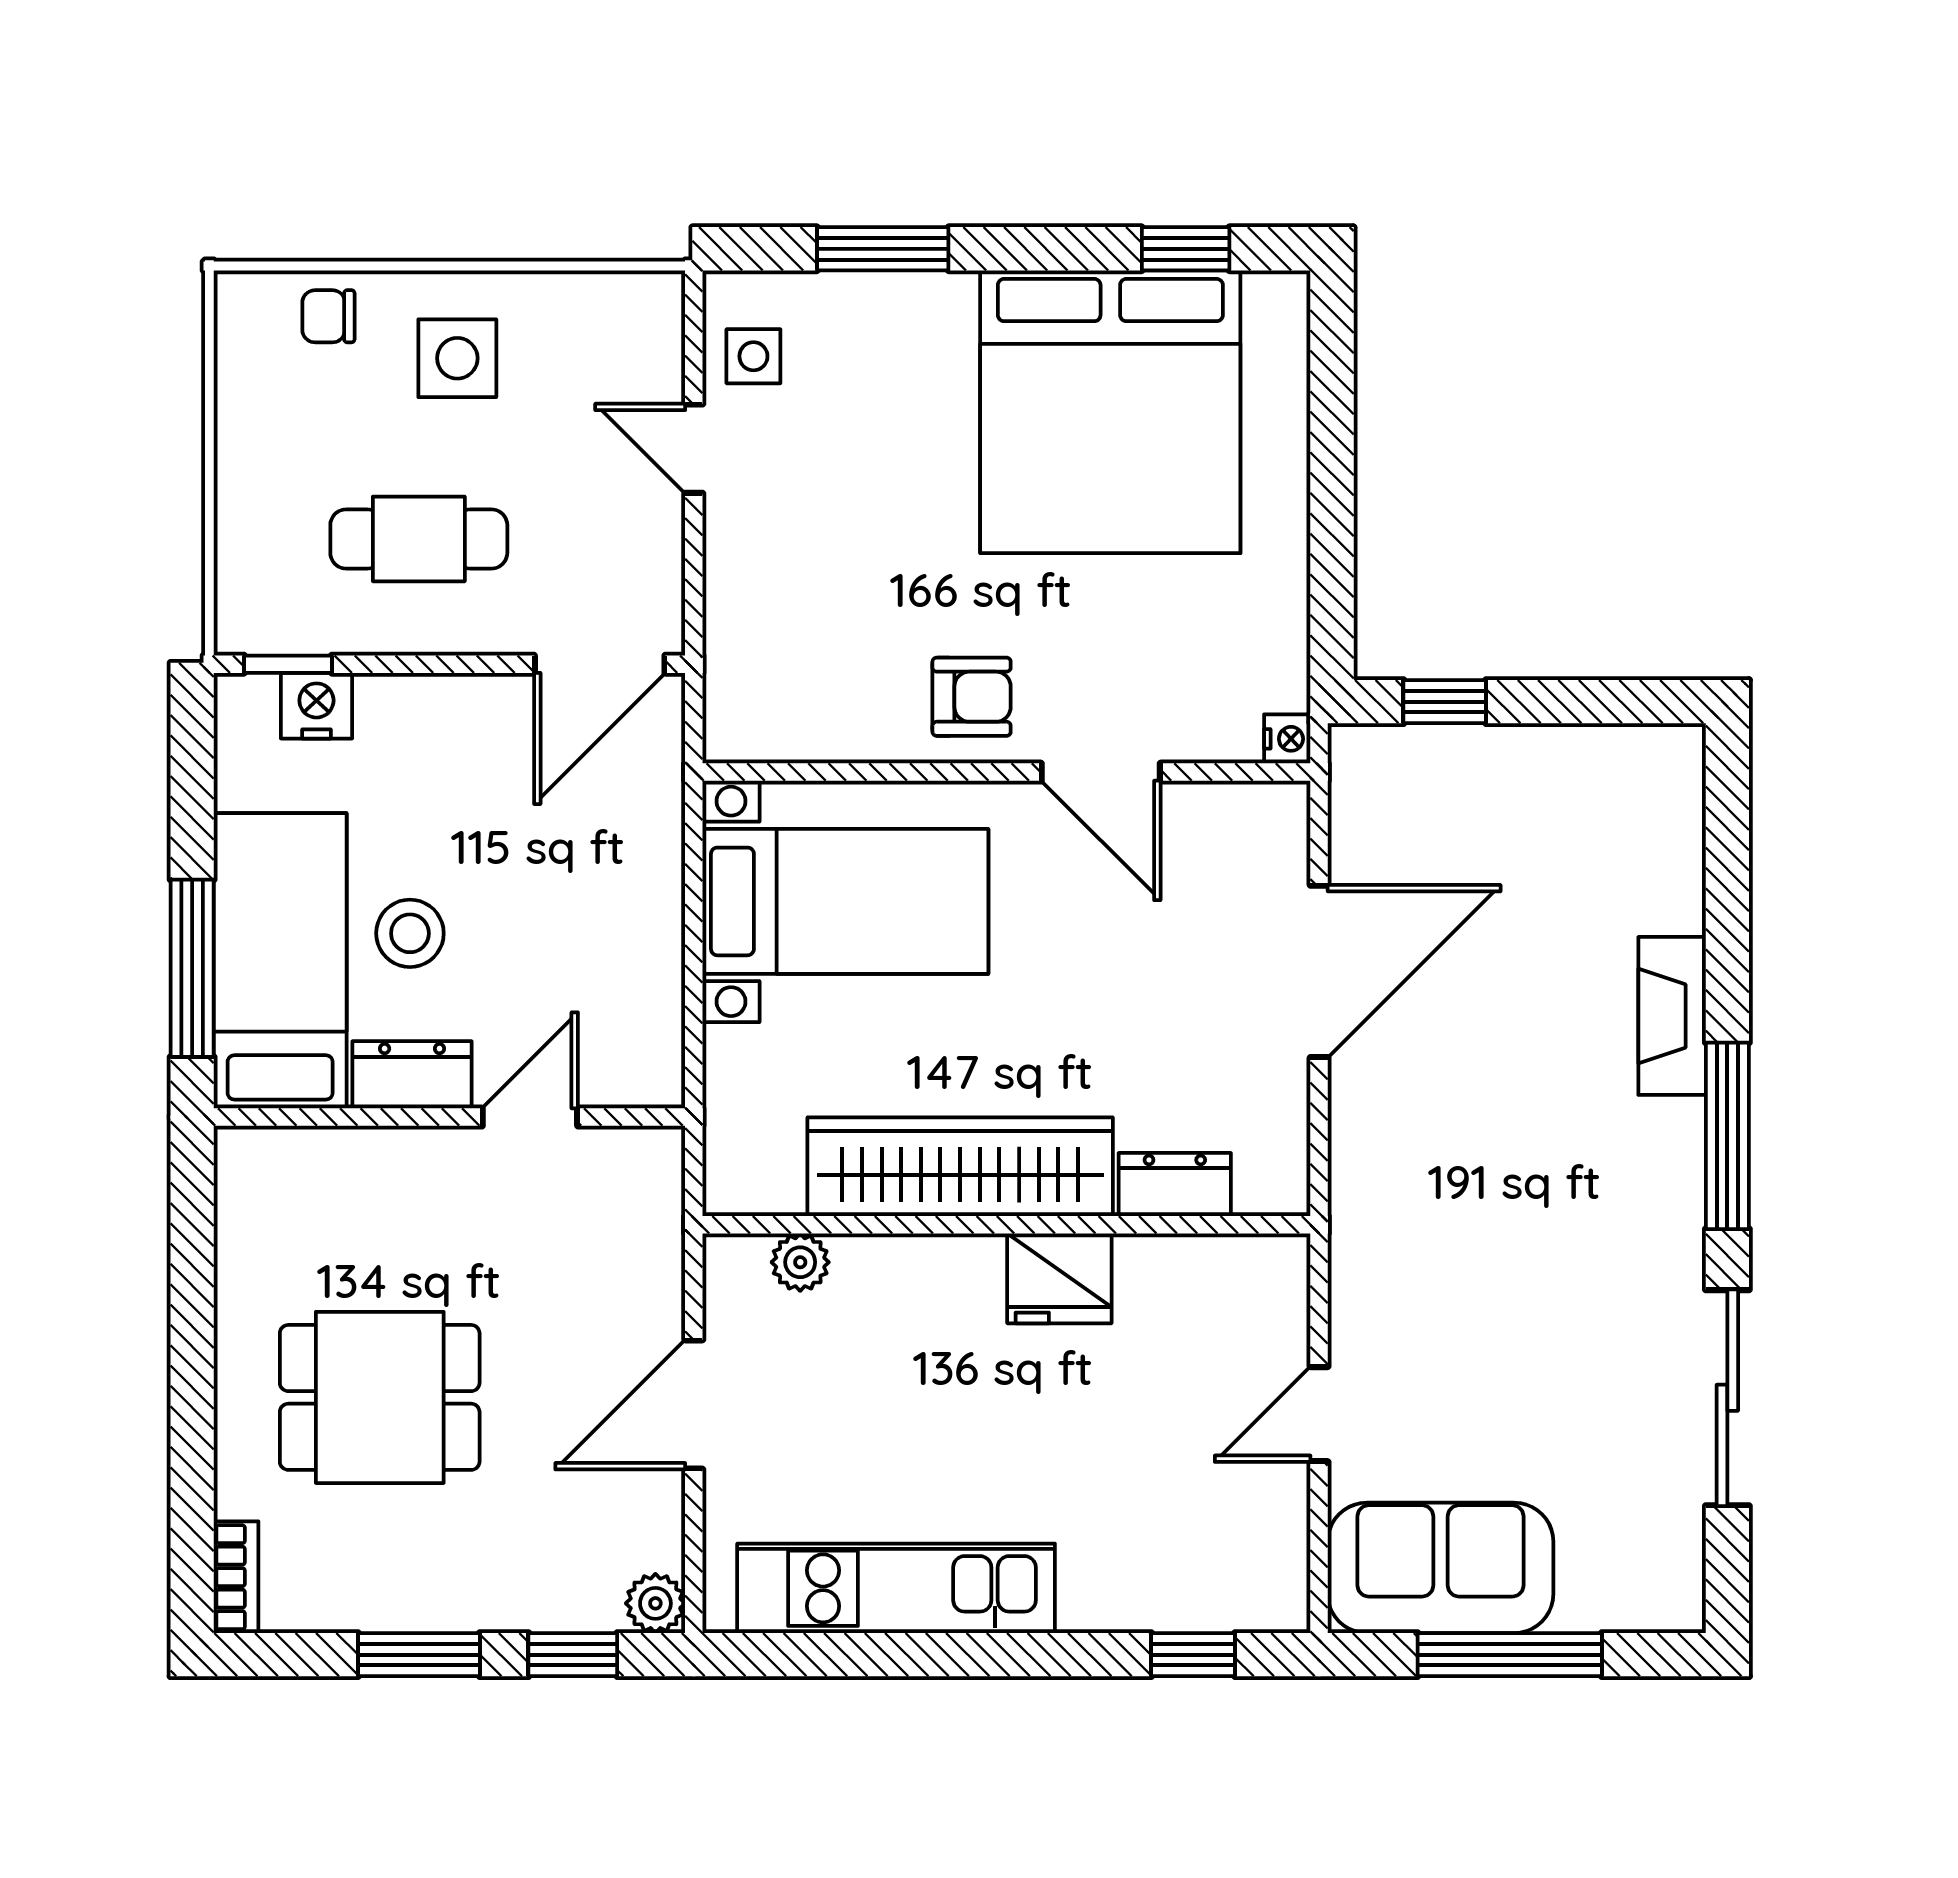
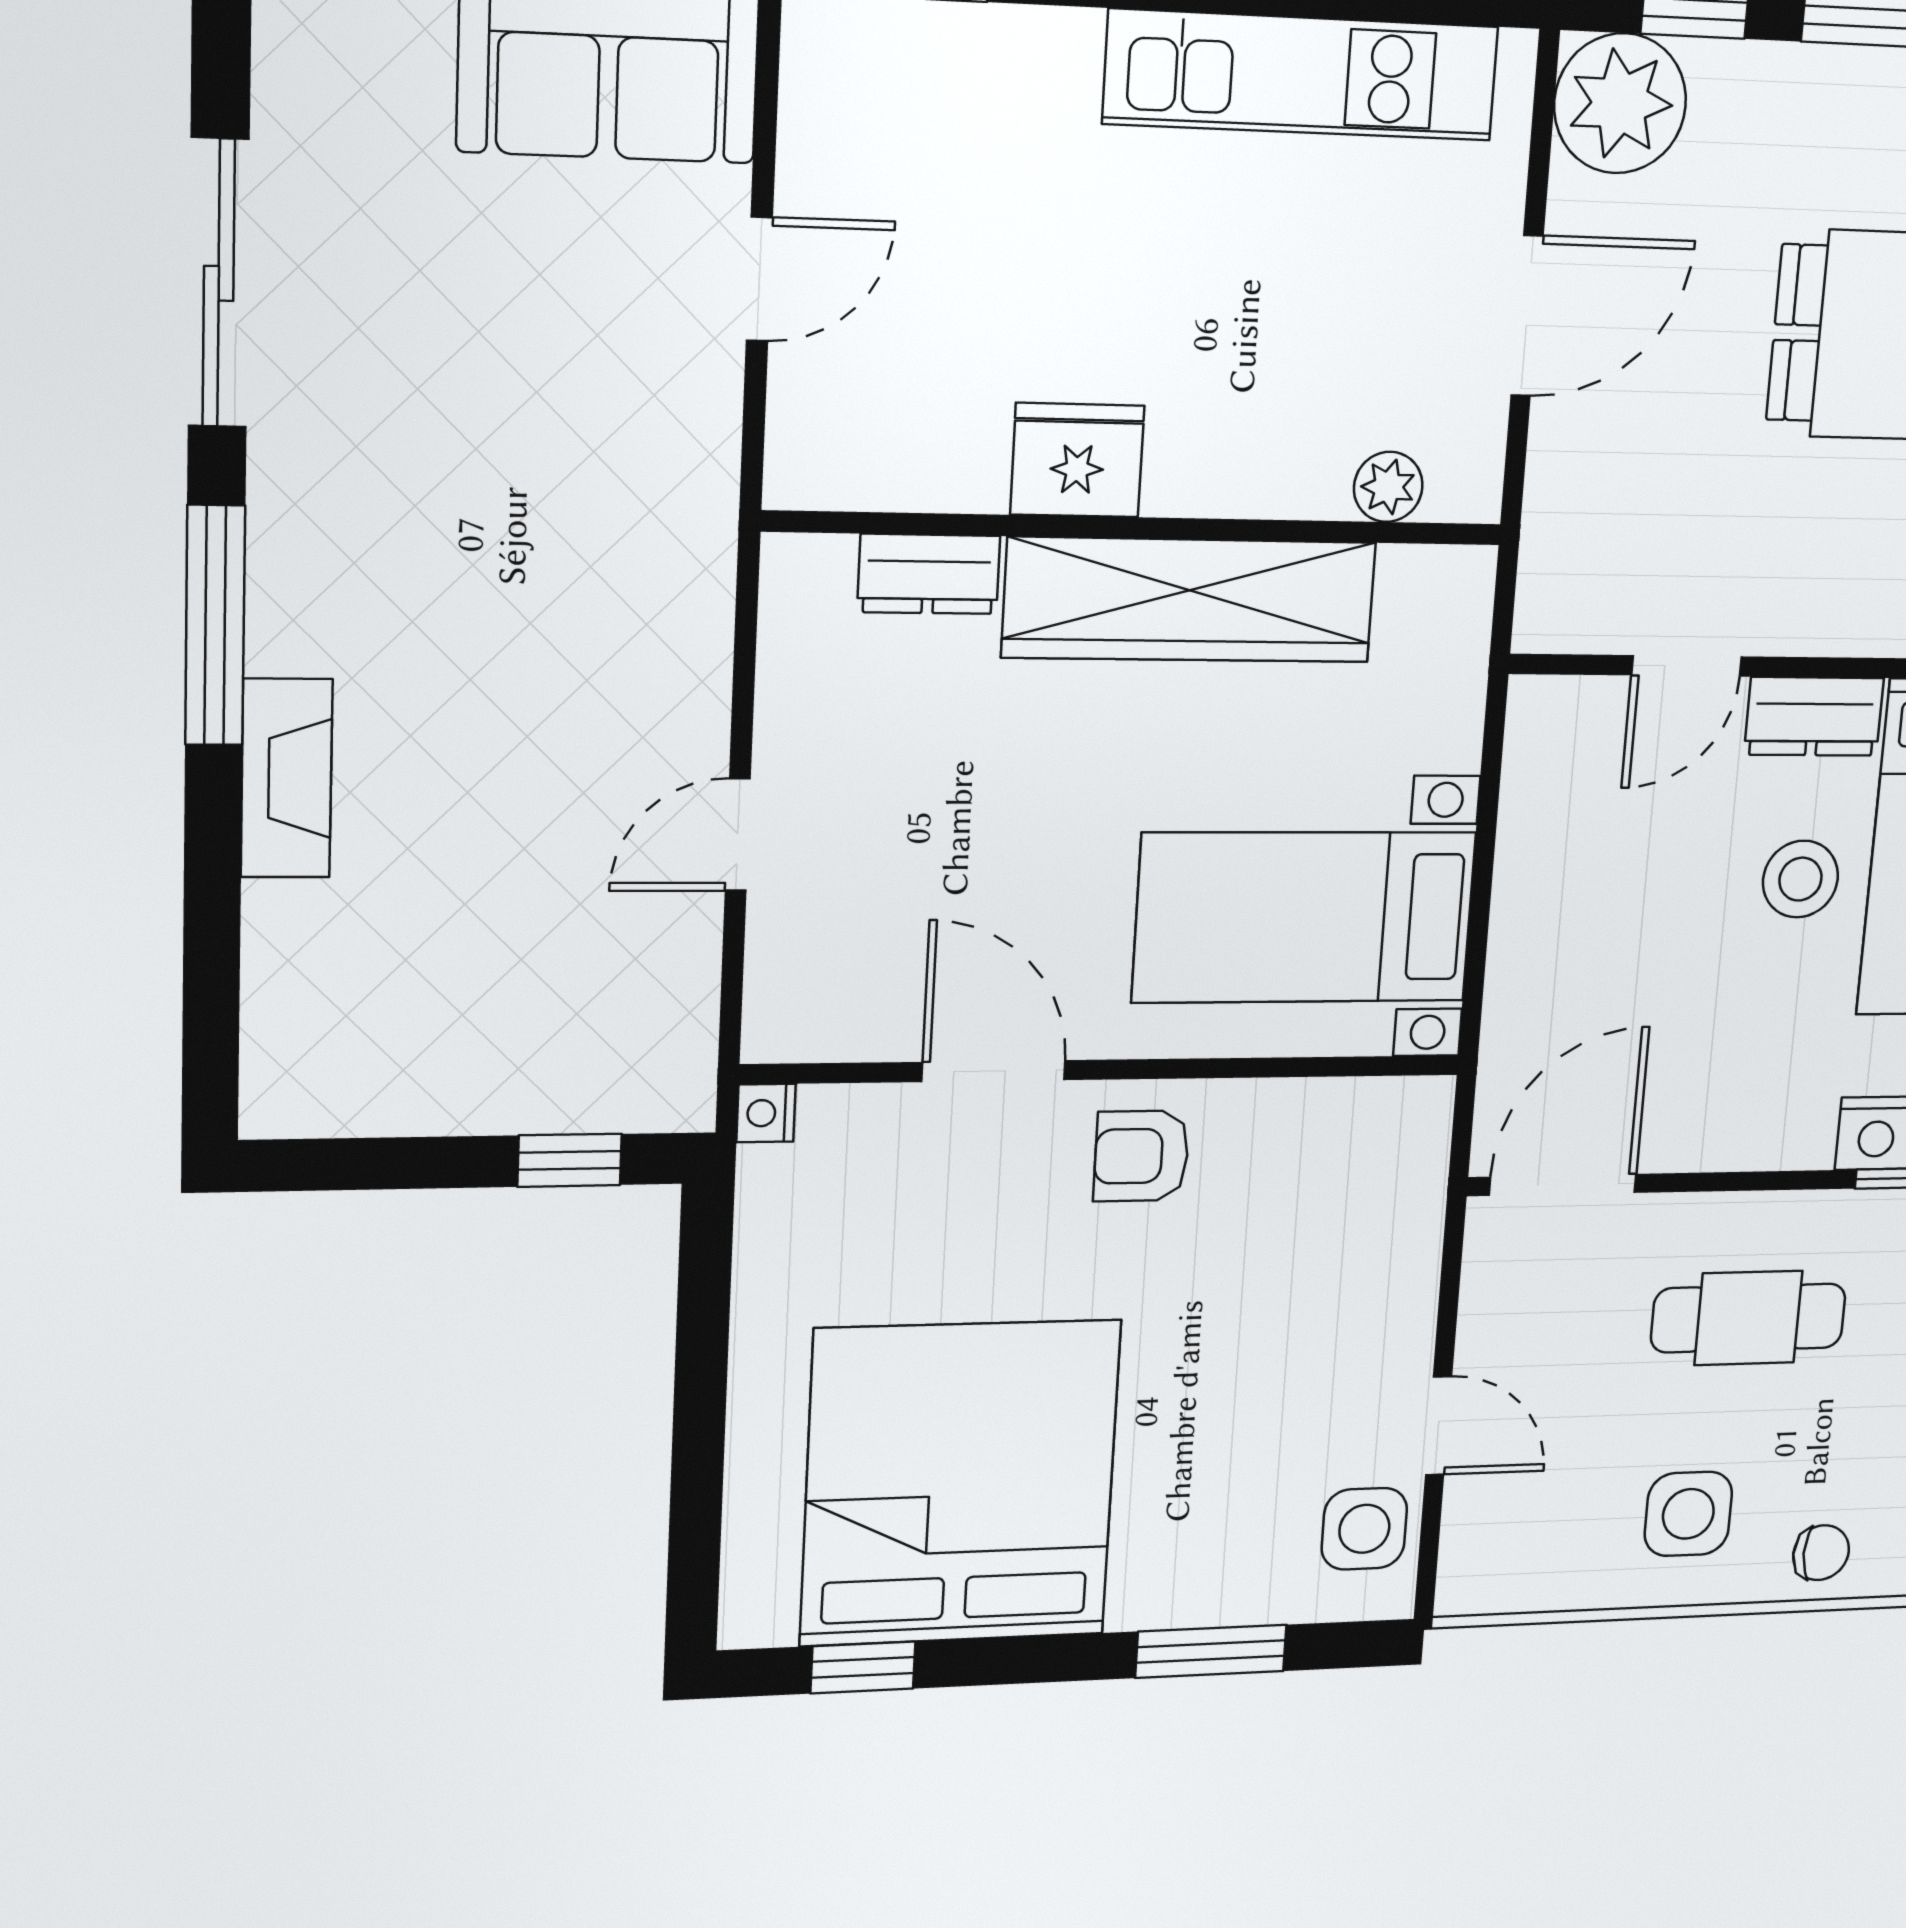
side table: (753, 356) -> (1364, 1529), width x1.37, depth x1.37
door: (1319, 971) -> (738, 835), width x0.53
plant: (655, 1603) -> (1620, 103), width x1.88, depth x1.88

